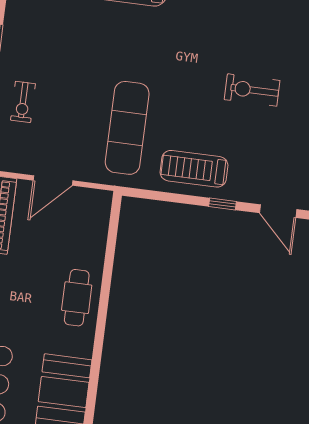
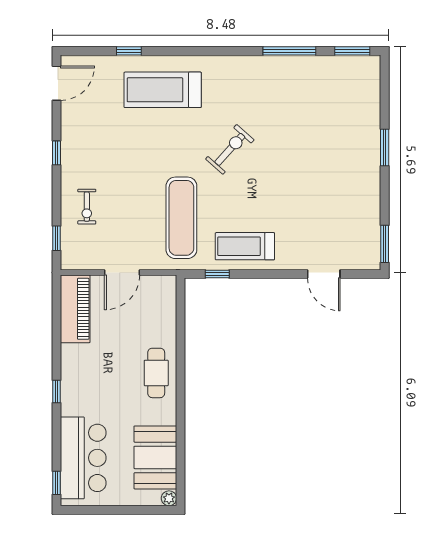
exercise bike: (252, 90) -> (230, 149), moved, turned 132
window: (222, 204) -> (217, 274), moved

